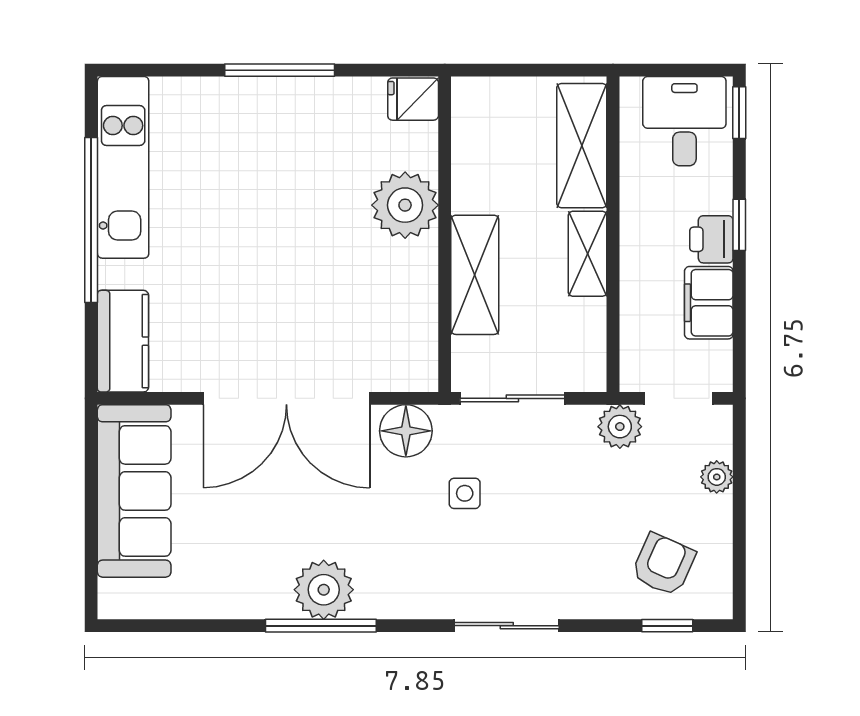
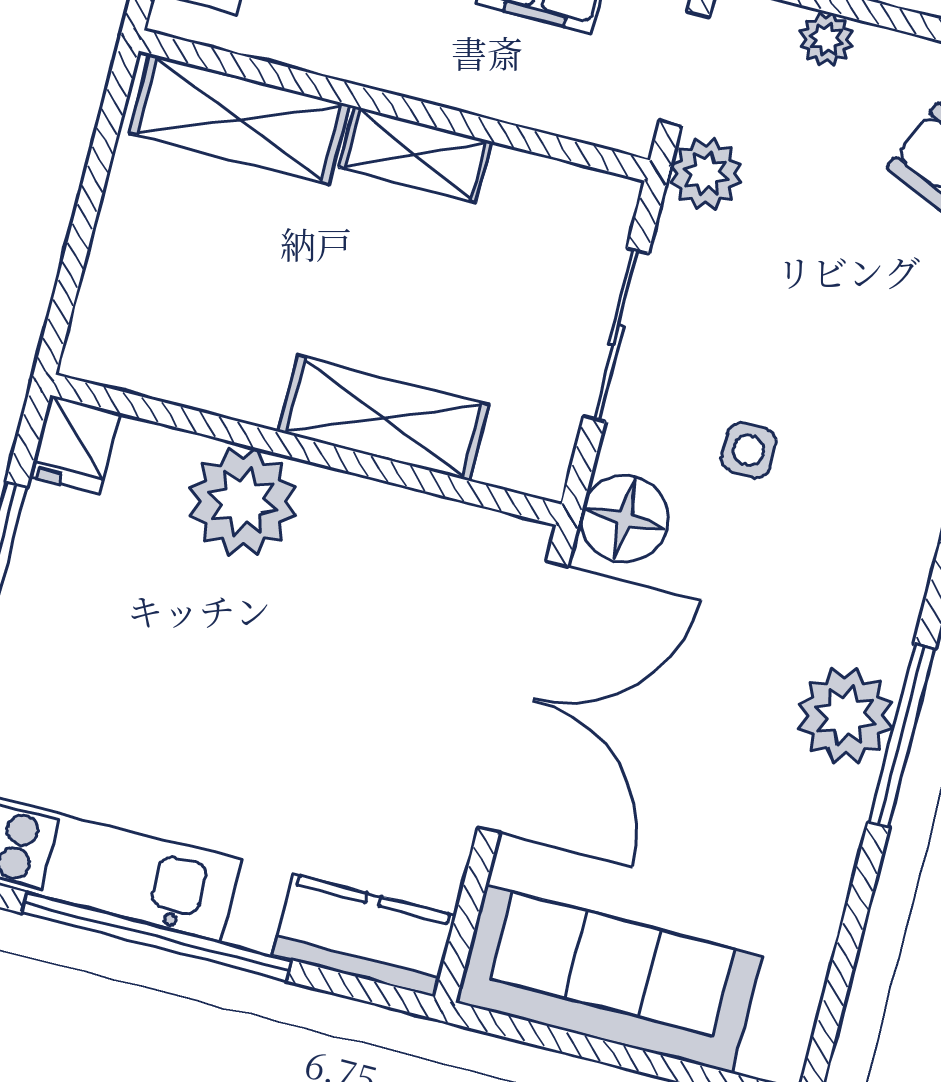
fridge: (413, 99) -> (76, 445), moved
plant: (405, 205) -> (243, 501), moved
wall: (445, 234) -> (306, 450), moved
shelving: (475, 275) -> (384, 418), moved

